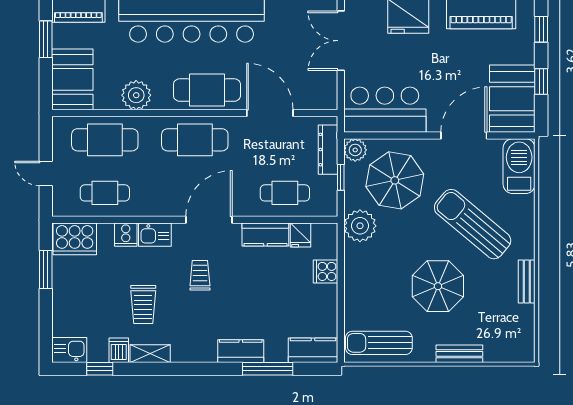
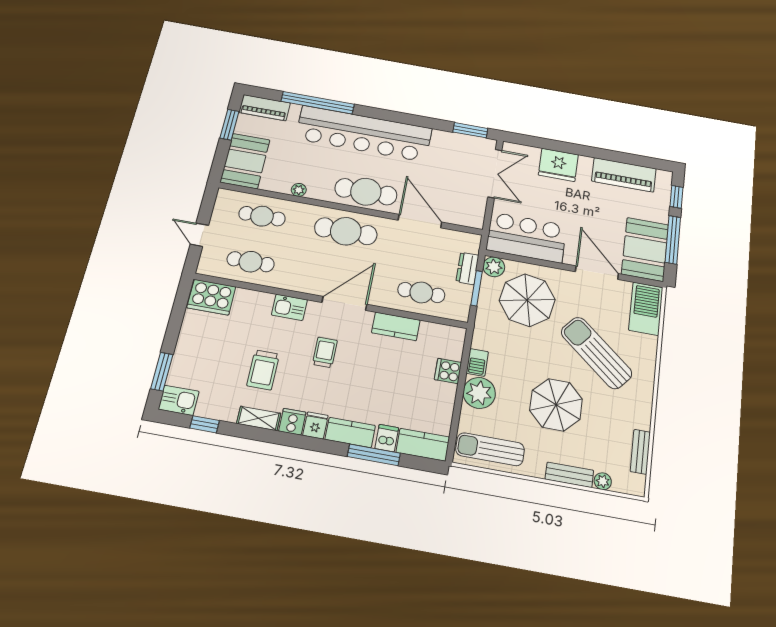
double door: (341, 41) -> (495, 174), swing flipped
window: (541, 82) -> (673, 240), width x2.17
plant: (136, 95) -> (299, 190), width x0.53, depth x0.53
door: (464, 136) -> (597, 273), hinge flipped
cafe table: (105, 140) -> (262, 216), width x0.73, depth x0.74
dresser: (328, 150) -> (467, 268), width x0.70
window: (341, 177) -> (477, 288), width x1.50
plant: (360, 226) -> (479, 393), moved
cooker: (126, 235) -> (292, 422), moved, turned 180
fridge: (300, 235) -> (315, 425), moved, turned 180
barbecue: (353, 257) -> (477, 362), added
window: (46, 269) -> (162, 372), moved
bench: (527, 281) -> (640, 452), moved
dishwasher: (119, 350) -> (387, 438), moved
plant: (493, 354) -> (603, 481), added

